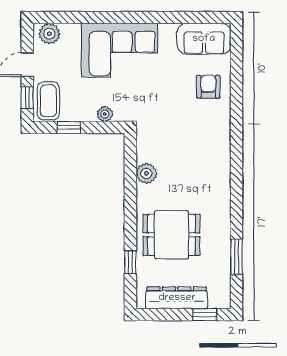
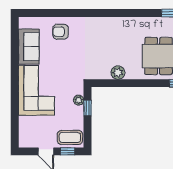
plant: (49, 34) -> (25, 137), removed
sofa: (204, 39) -> (29, 47), moved
window: (69, 127) -> (88, 108), moved

